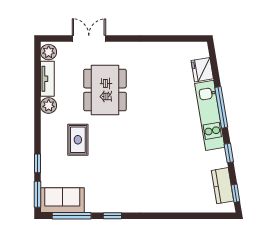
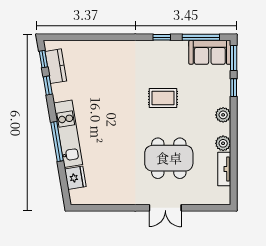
double door: (89, 39) -> (165, 208), moved
plant: (49, 52) -> (223, 115), moved
dining table: (105, 90) -> (169, 158), turned 90
rug: (78, 140) -> (163, 98), moved, turned 90
window: (229, 153) -> (48, 86), moved

